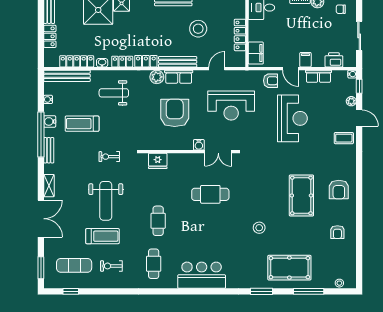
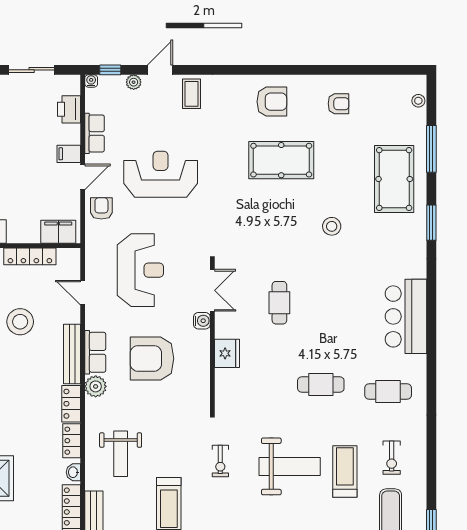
fridge: (158, 161) -> (227, 353), moved
cafe table: (210, 194) -> (279, 303), width x0.73, depth x0.74

